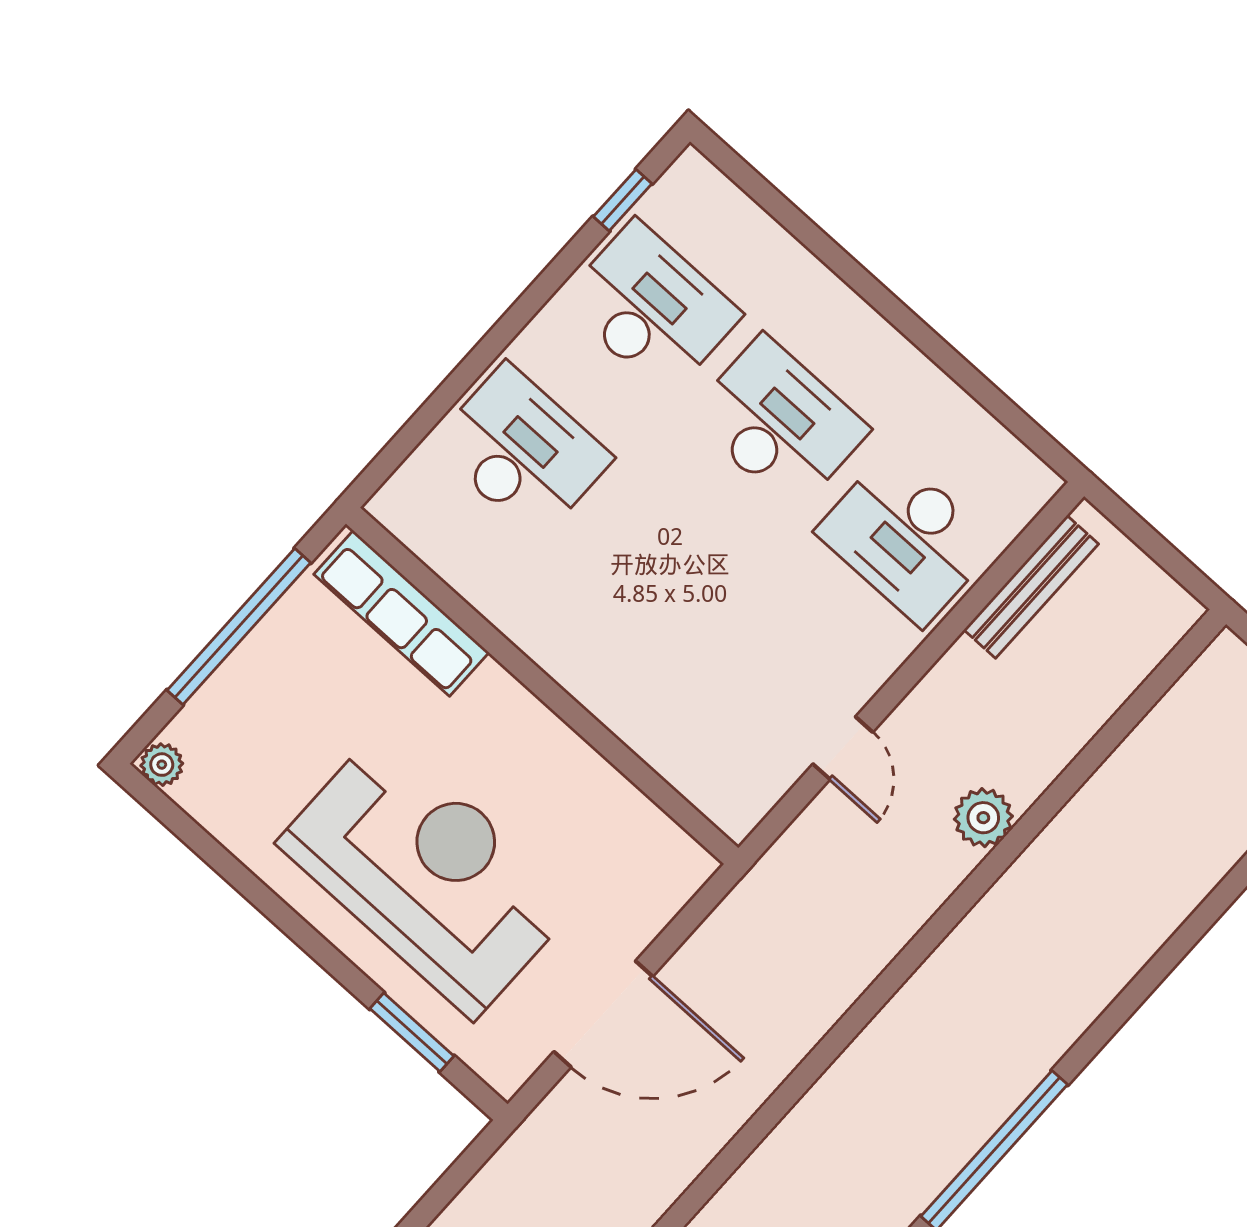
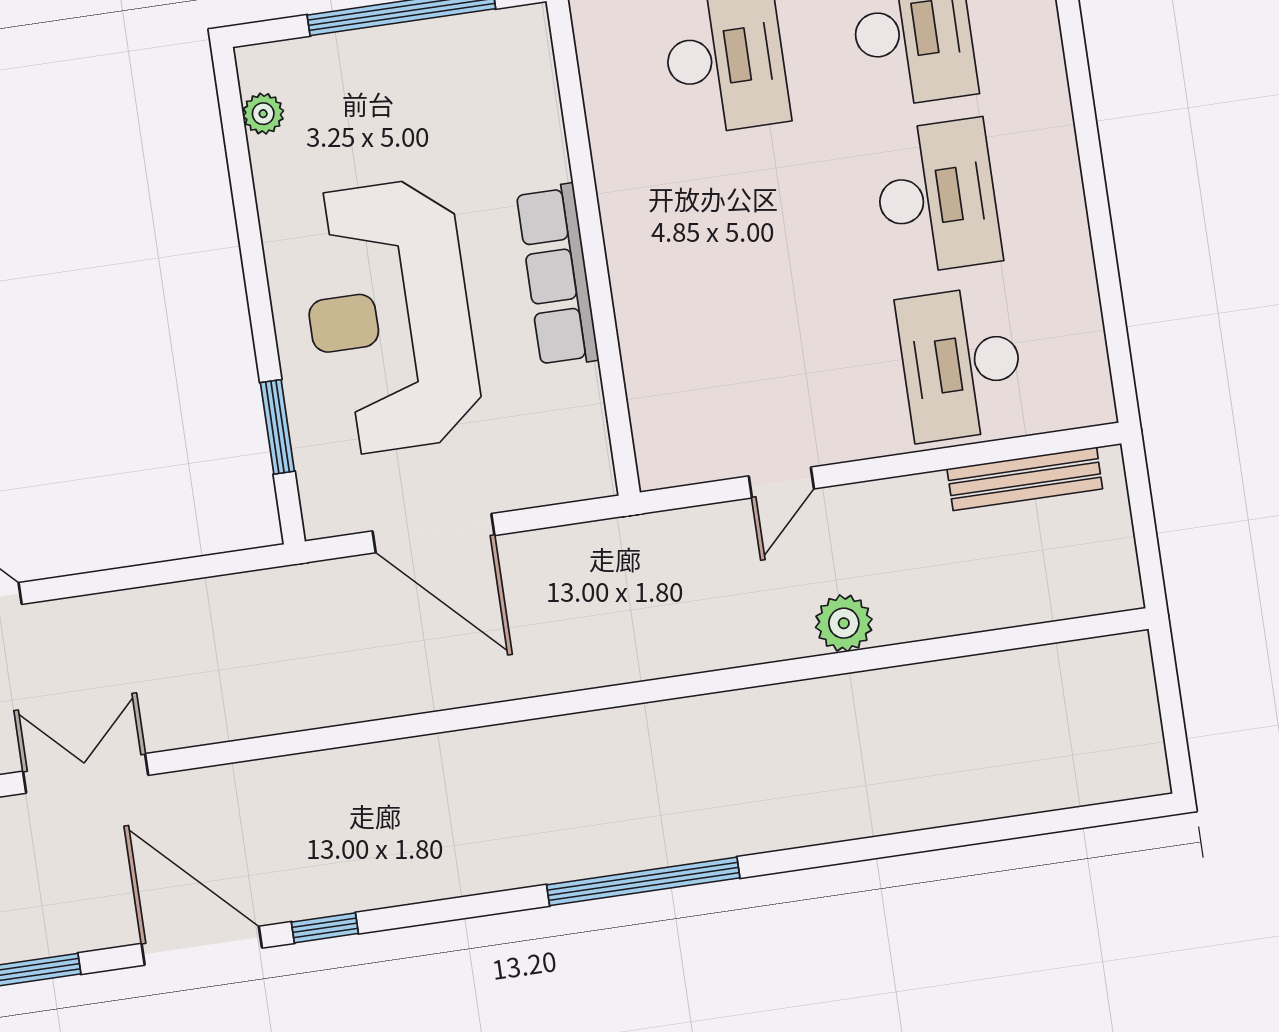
row of seats: (401, 613) -> (557, 276), moved
plant: (162, 765) -> (263, 114), moved
reception desk: (428, 873) -> (389, 317), turned 180

